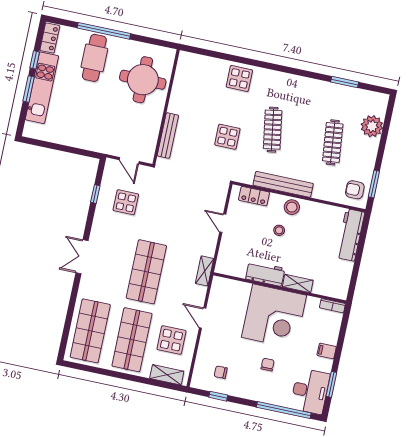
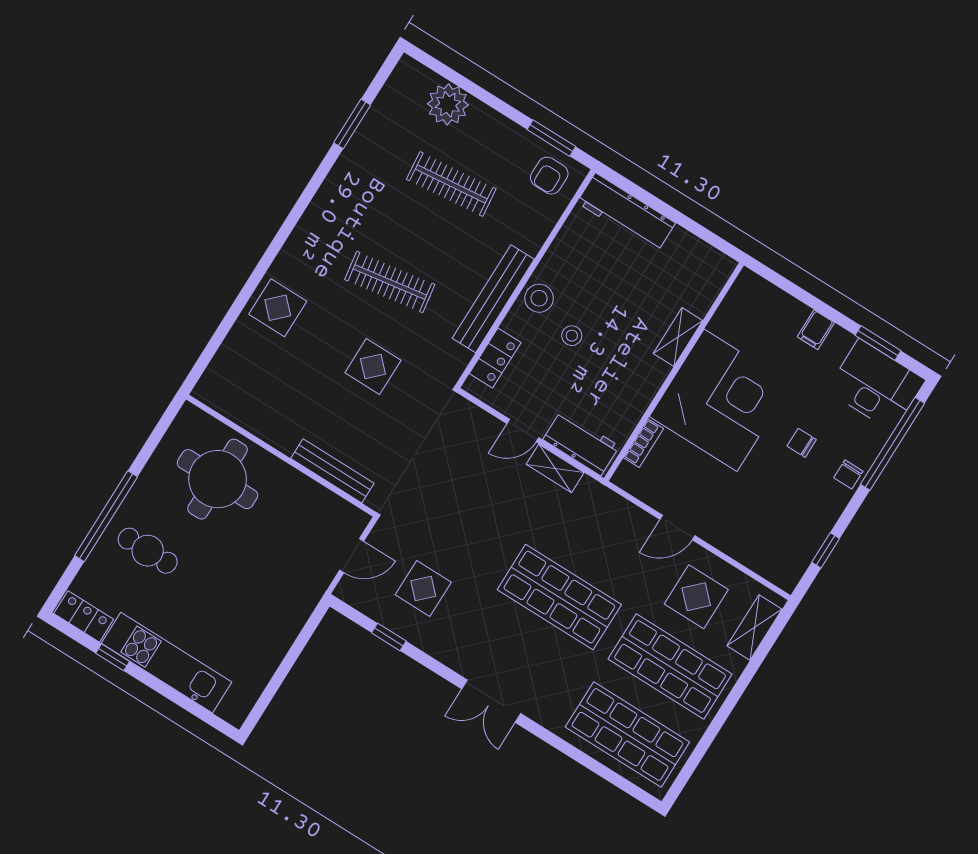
cafe table: (94, 58) -> (148, 551), width x0.73, depth x0.74
window: (29, 89) -> (160, 687), removed
shelving: (205, 271) -> (555, 468), moved
workbench: (265, 274) -> (581, 443), moved, turned 90
bookcase: (332, 306) -> (644, 443), moved
chair: (221, 372) -> (848, 474), moved

